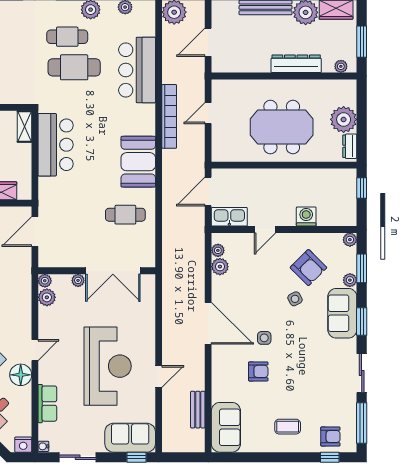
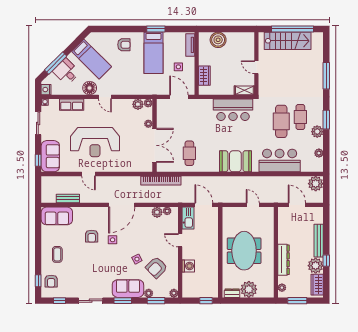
bookcase: (169, 116) -> (161, 181), moved
booth: (138, 162) -> (235, 161), moved
double door: (113, 271) -> (154, 145), swing flipped
window: (362, 423) -> (59, 301), width x0.46

